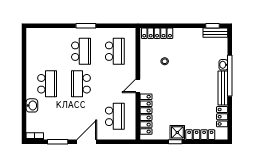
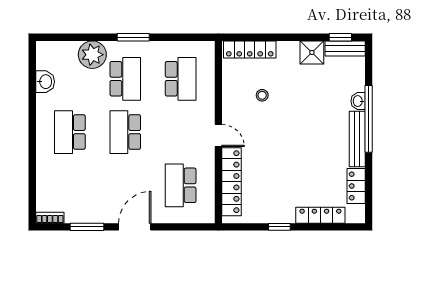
plant: (61, 36) -> (92, 55), added
school desk: (47, 84) -> (70, 132), turned 180
door: (138, 86) -> (218, 136), swing flipped
washbasin: (32, 105) -> (45, 82), moved
school desk: (115, 116) -> (181, 185), turned 180
shower: (177, 132) -> (312, 52), moved

